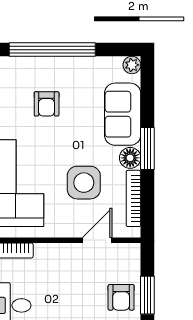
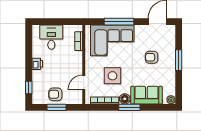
window: (52, 50) -> (179, 60), width x0.47
door: (97, 240) -> (84, 82), swing flipped

